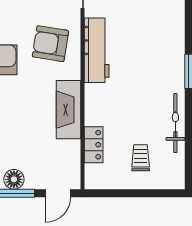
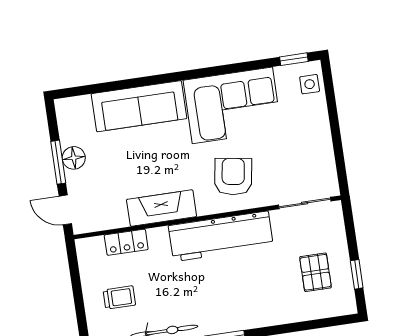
workbench: (97, 50) -> (221, 236), width x1.36, depth x1.32

